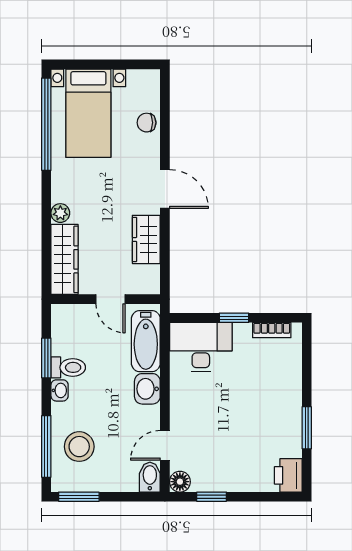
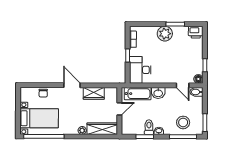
door: (165, 189) -> (72, 85), hinge flipped
plant: (285, 404) -> (165, 34), added

